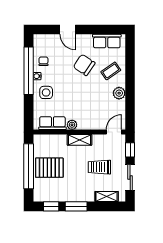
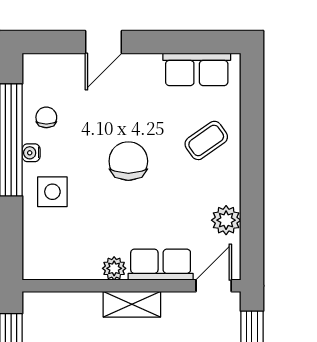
door: (68, 30) -> (103, 42), hinge flipped
chair: (84, 65) -> (128, 161), moved, turned 56
plant: (119, 93) -> (226, 220), moved
row of seats: (52, 123) -> (161, 265), moved

